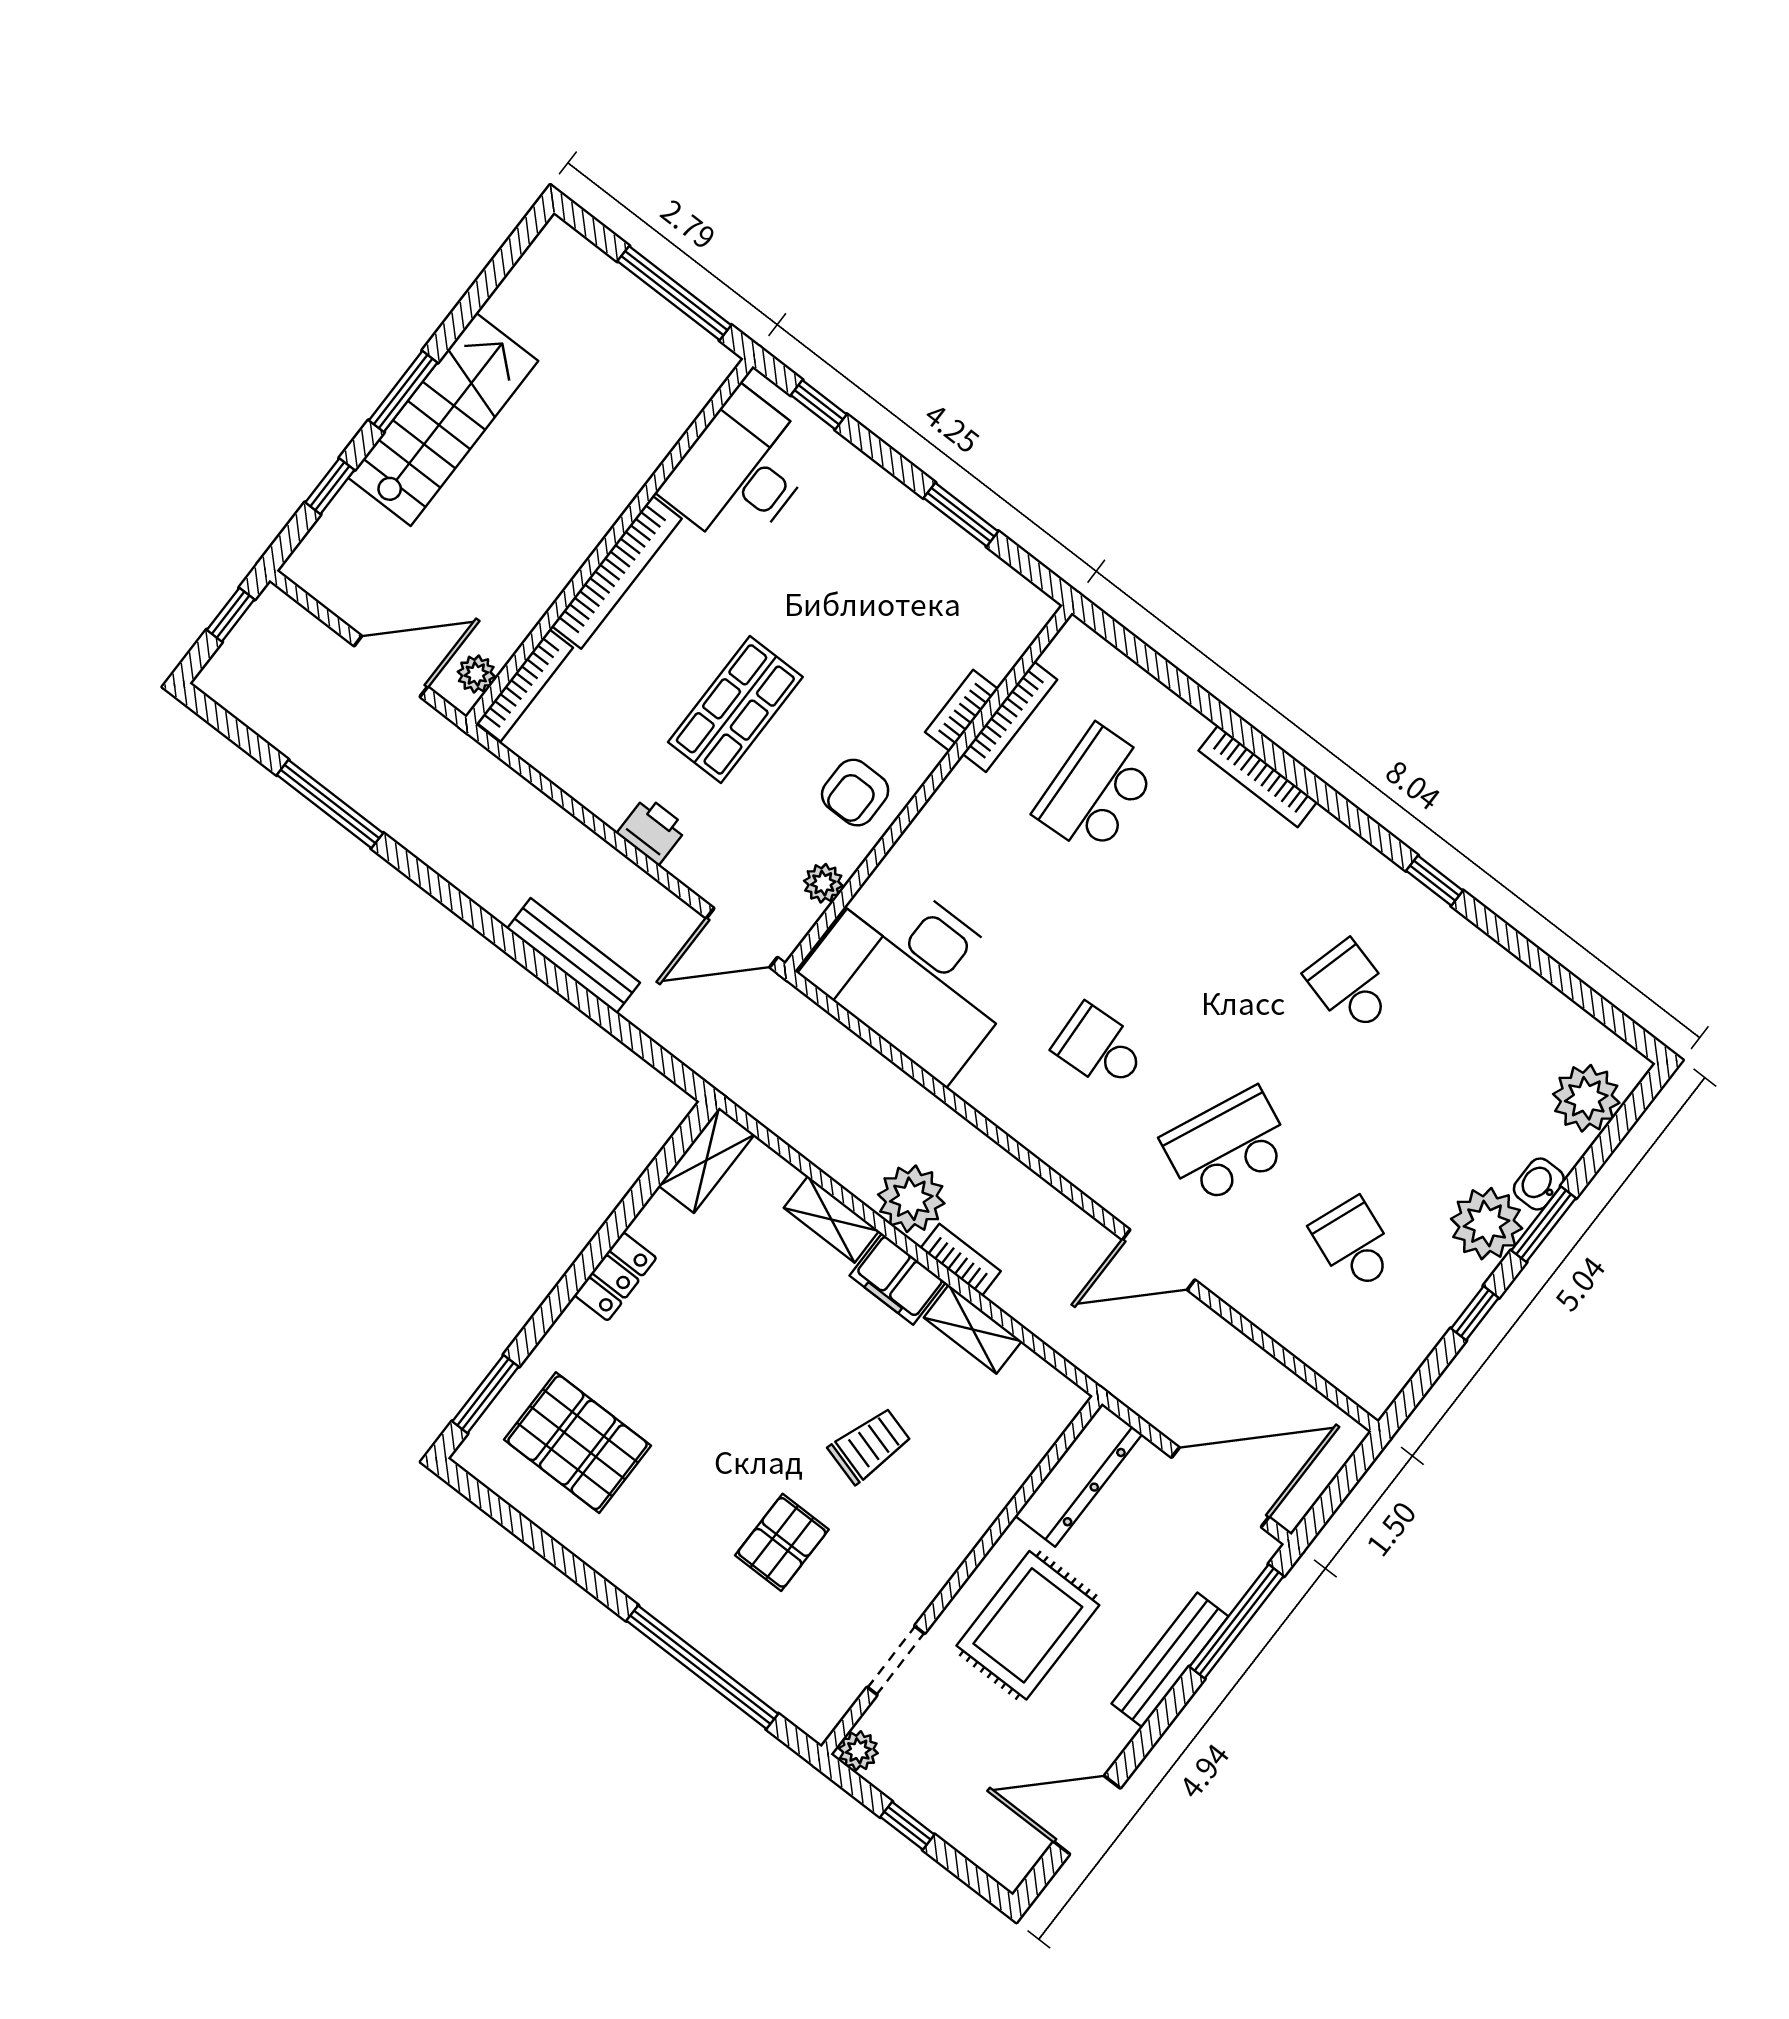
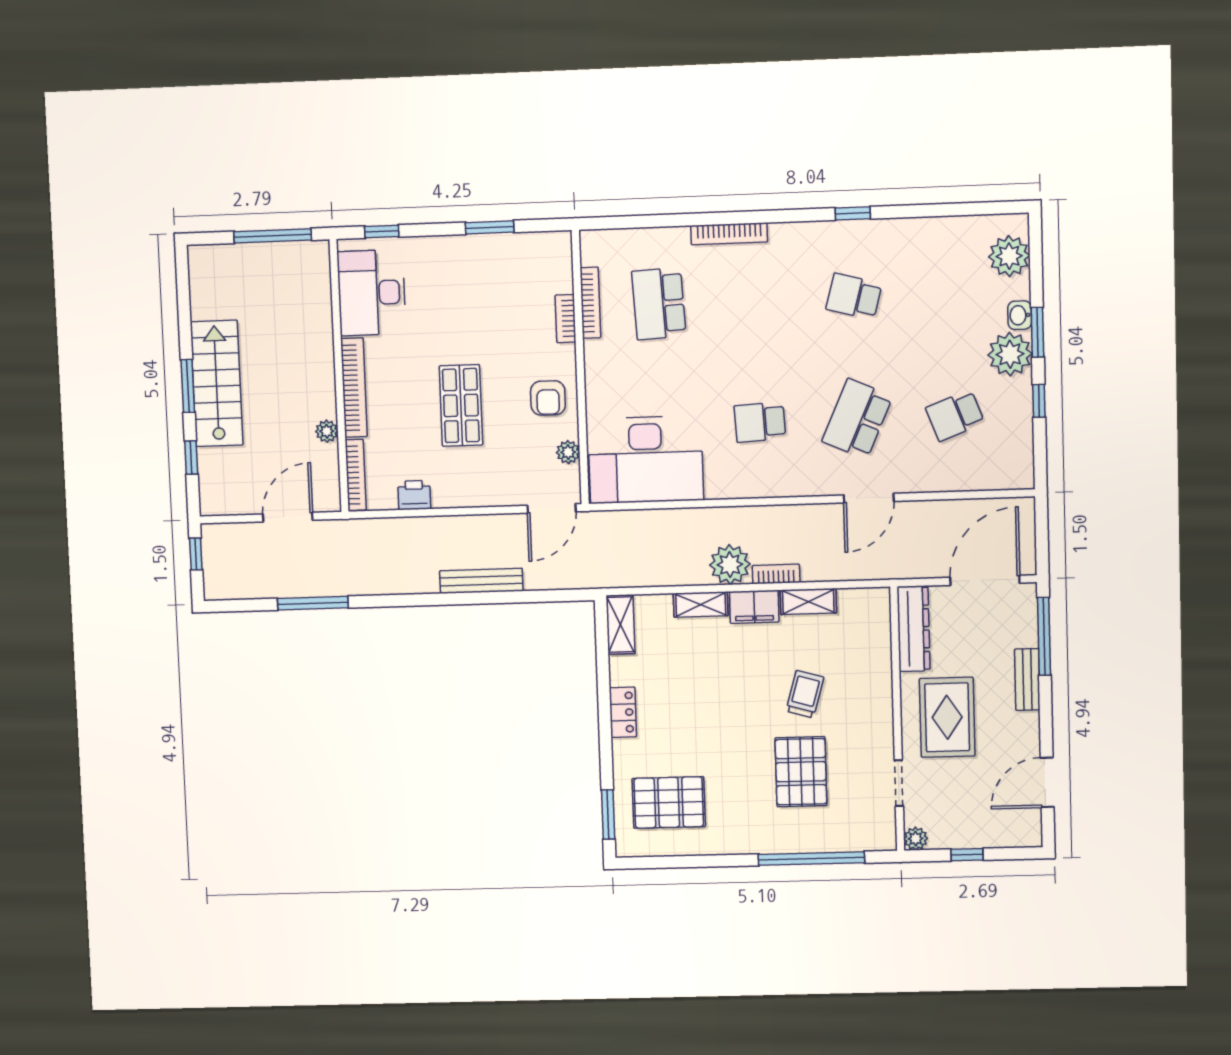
plant: (476, 674) -> (327, 431), moved
printer: (652, 830) -> (414, 495), moved
school desk: (1354, 1244) -> (955, 415), turned -42
pallet: (782, 1542) -> (801, 772), width x1.50, depth x1.42
bench: (1170, 1660) -> (1027, 679), width x0.73

